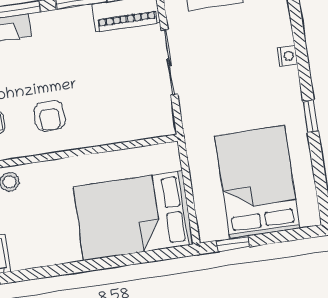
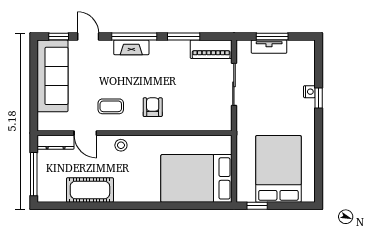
armchair: (49, 116) -> (153, 107), turned 180
window: (311, 116) -> (319, 98), moved

